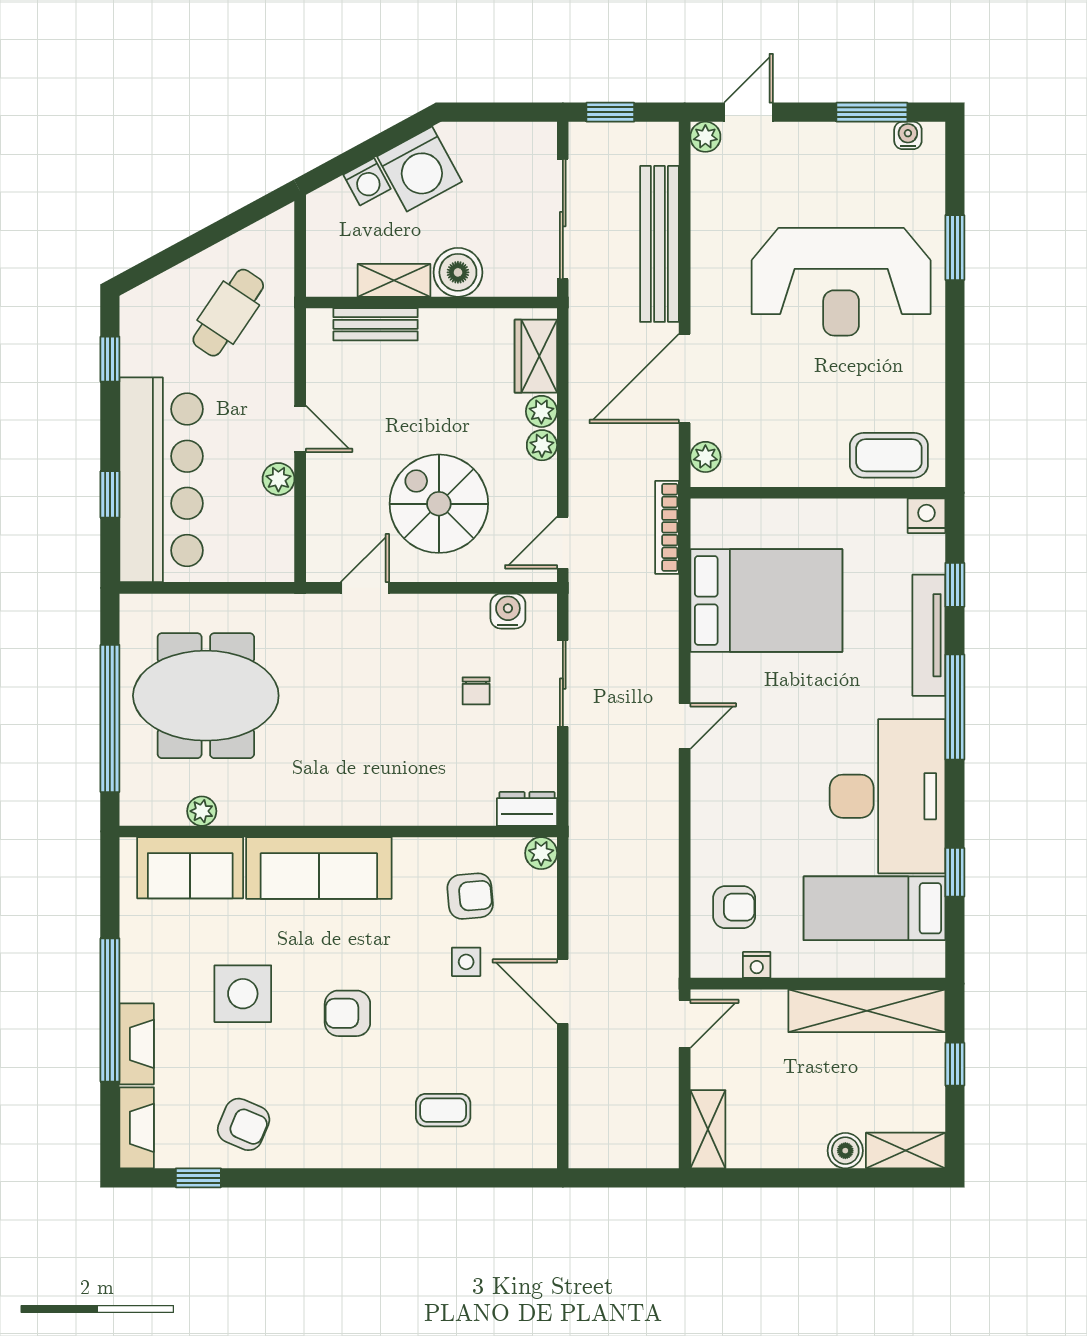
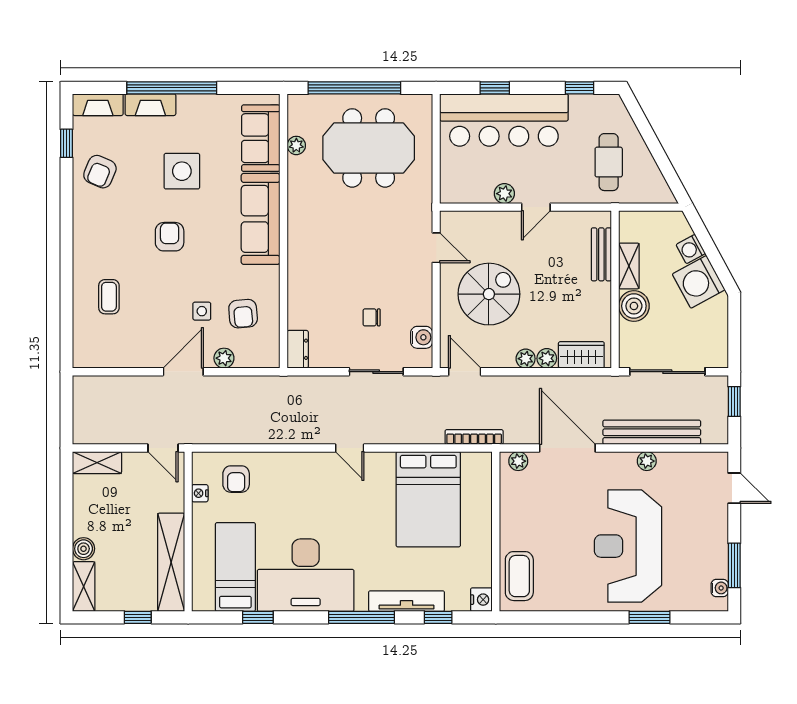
plant: (705, 137) -> (647, 461), moved
cafe table: (228, 313) -> (609, 162), turned 56
meeting table: (206, 696) -> (369, 148), turned 90
plant: (541, 853) -> (224, 358), moved

